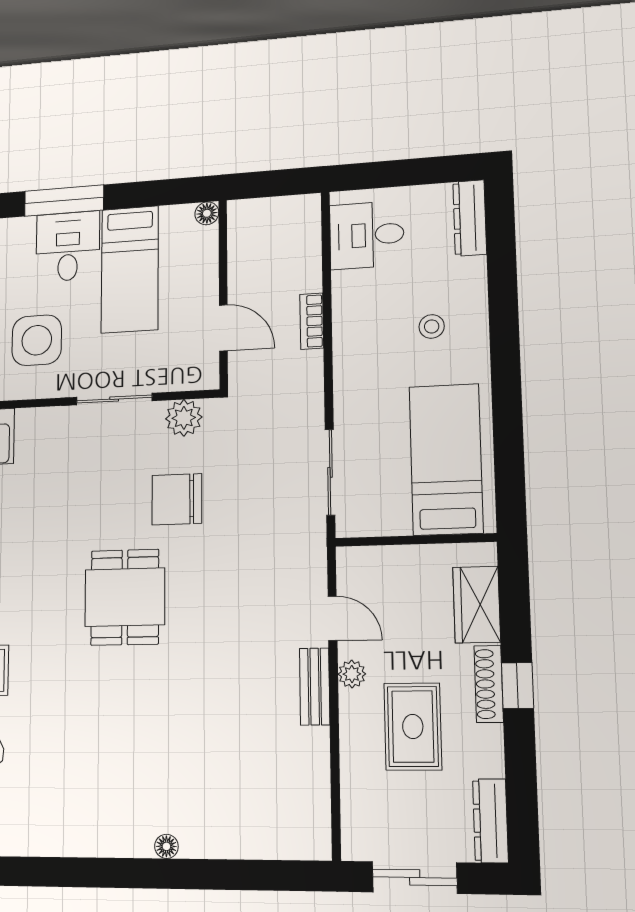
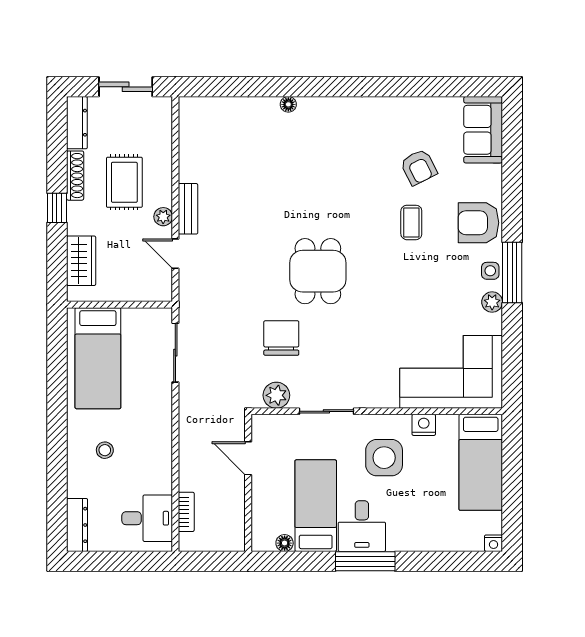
floor lamp: (207, 213) -> (285, 543), moved
bookcase: (312, 321) -> (186, 512), moved
chair: (177, 499) -> (281, 338), turned -90
shoe rack: (489, 684) -> (75, 176), moved

